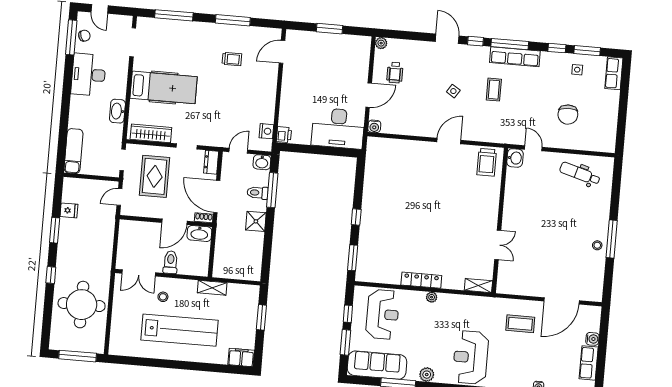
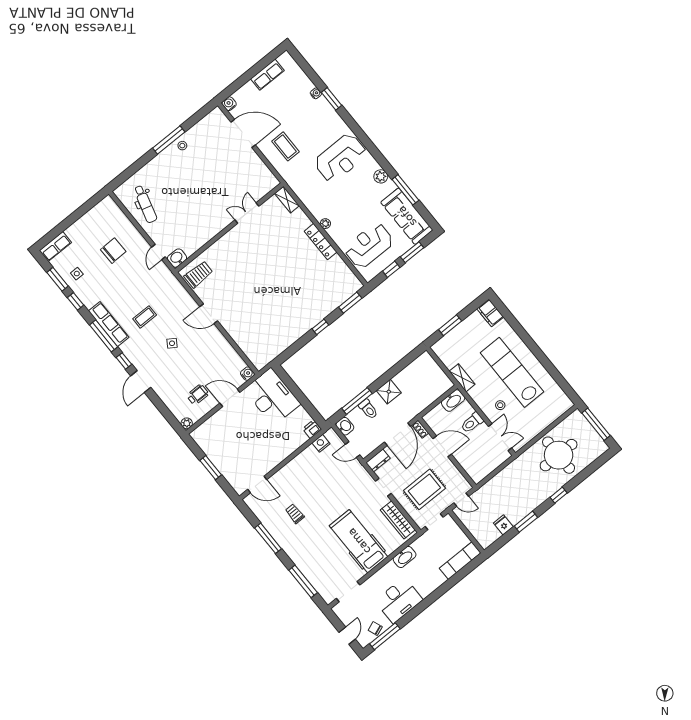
washbasin: (199, 233) -> (453, 401), moved, turned 90
water cooler: (592, 339) -> (229, 104), moved

